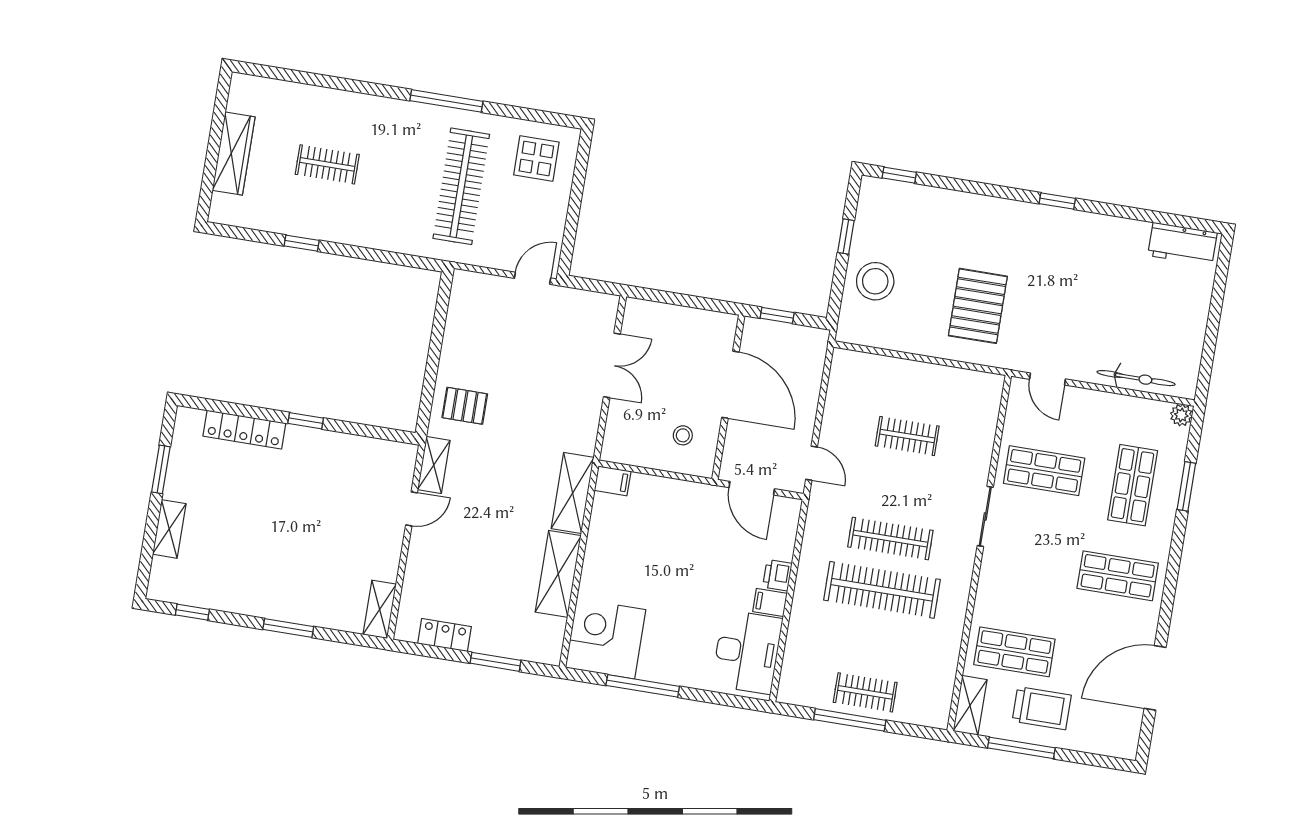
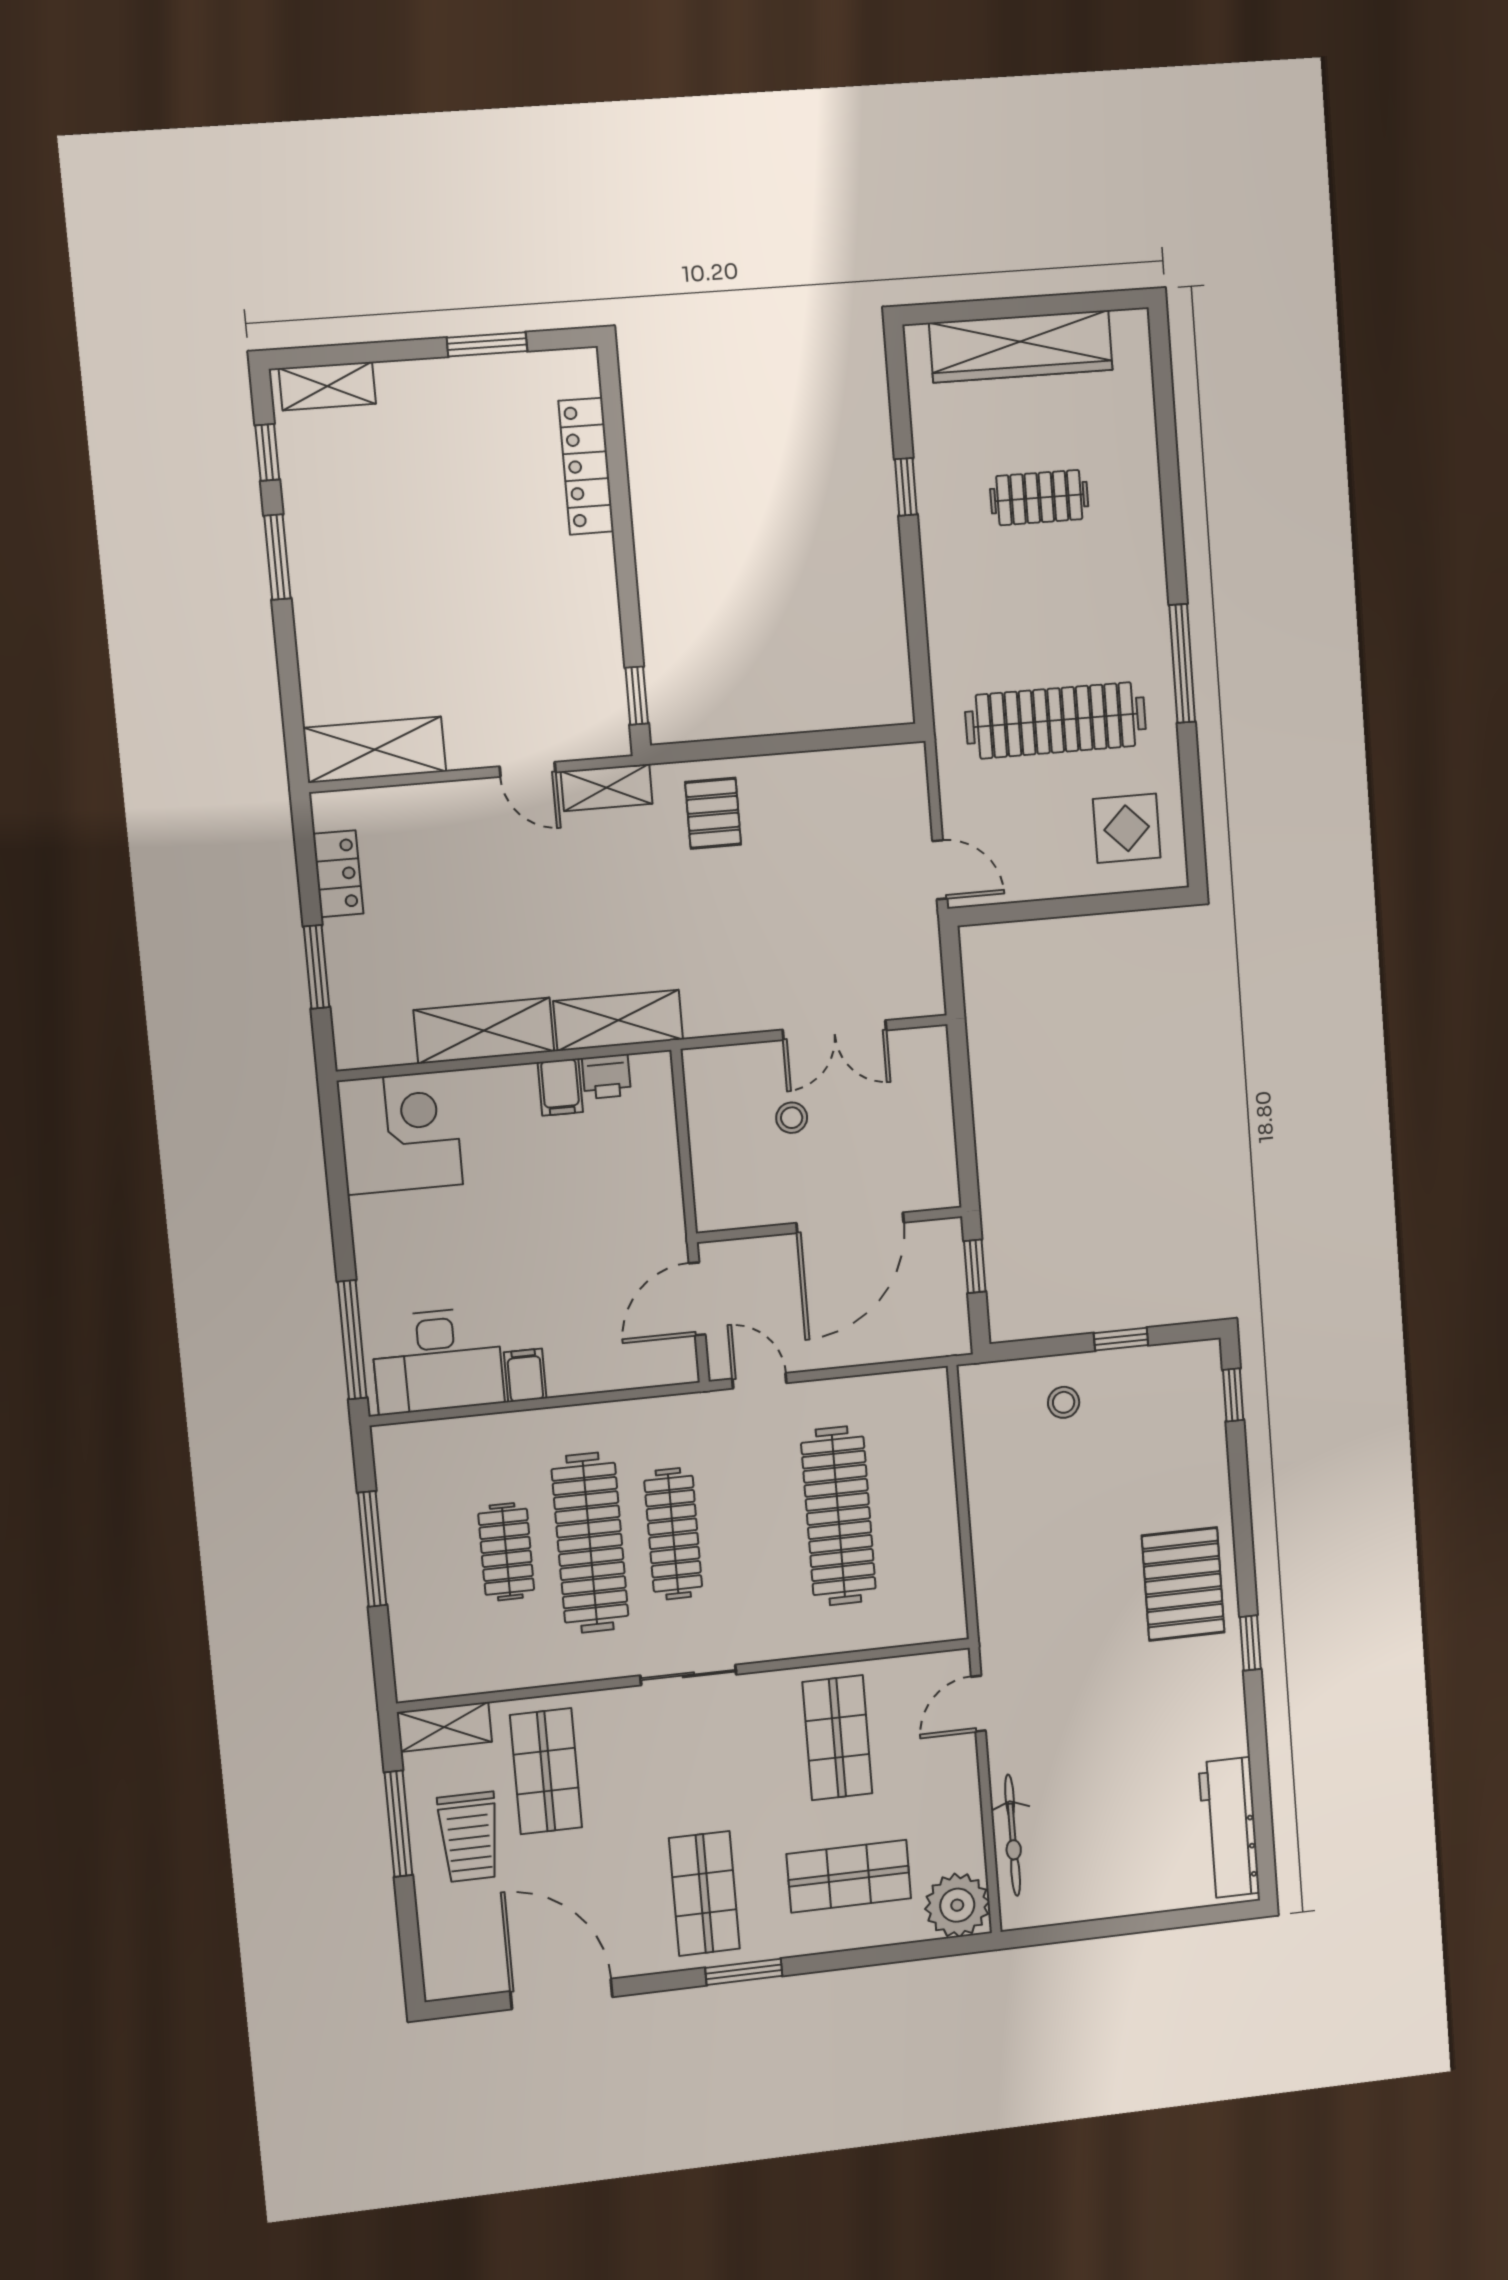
wardrobe: (234, 154) -> (1021, 346), width x1.40, depth x1.17
clothes rail: (327, 164) -> (1039, 498), turned 90
workbench: (1182, 244) -> (1229, 1828), width x1.38
stool: (875, 281) -> (1064, 1402), width x0.53, depth x0.53
pallet: (978, 306) -> (1183, 1584), moved, turned 90
plant: (1181, 415) -> (957, 1905), width x1.88, depth x1.88
window: (306, 421) -> (637, 696), moved
stool: (683, 435) -> (792, 1118), moved
clothes rail: (907, 436) -> (838, 1516), width x1.86, depth x1.31
door: (812, 463) -> (760, 1381), swing flipped
filing cabinet: (613, 481) -> (560, 1087), moved
window: (1186, 486) -> (744, 1972), moved
sliding door: (985, 516) -> (688, 1675), moved
shelving: (169, 529) -> (327, 386), moved
printer: (777, 575) -> (606, 1077), moved, turned 180
shelving: (380, 609) -> (375, 750), width x1.50, depth x1.33
window: (288, 628) -> (277, 557), moved
window: (643, 686) -> (352, 1340), moved
clothes rail: (865, 692) -> (506, 1552), moved

